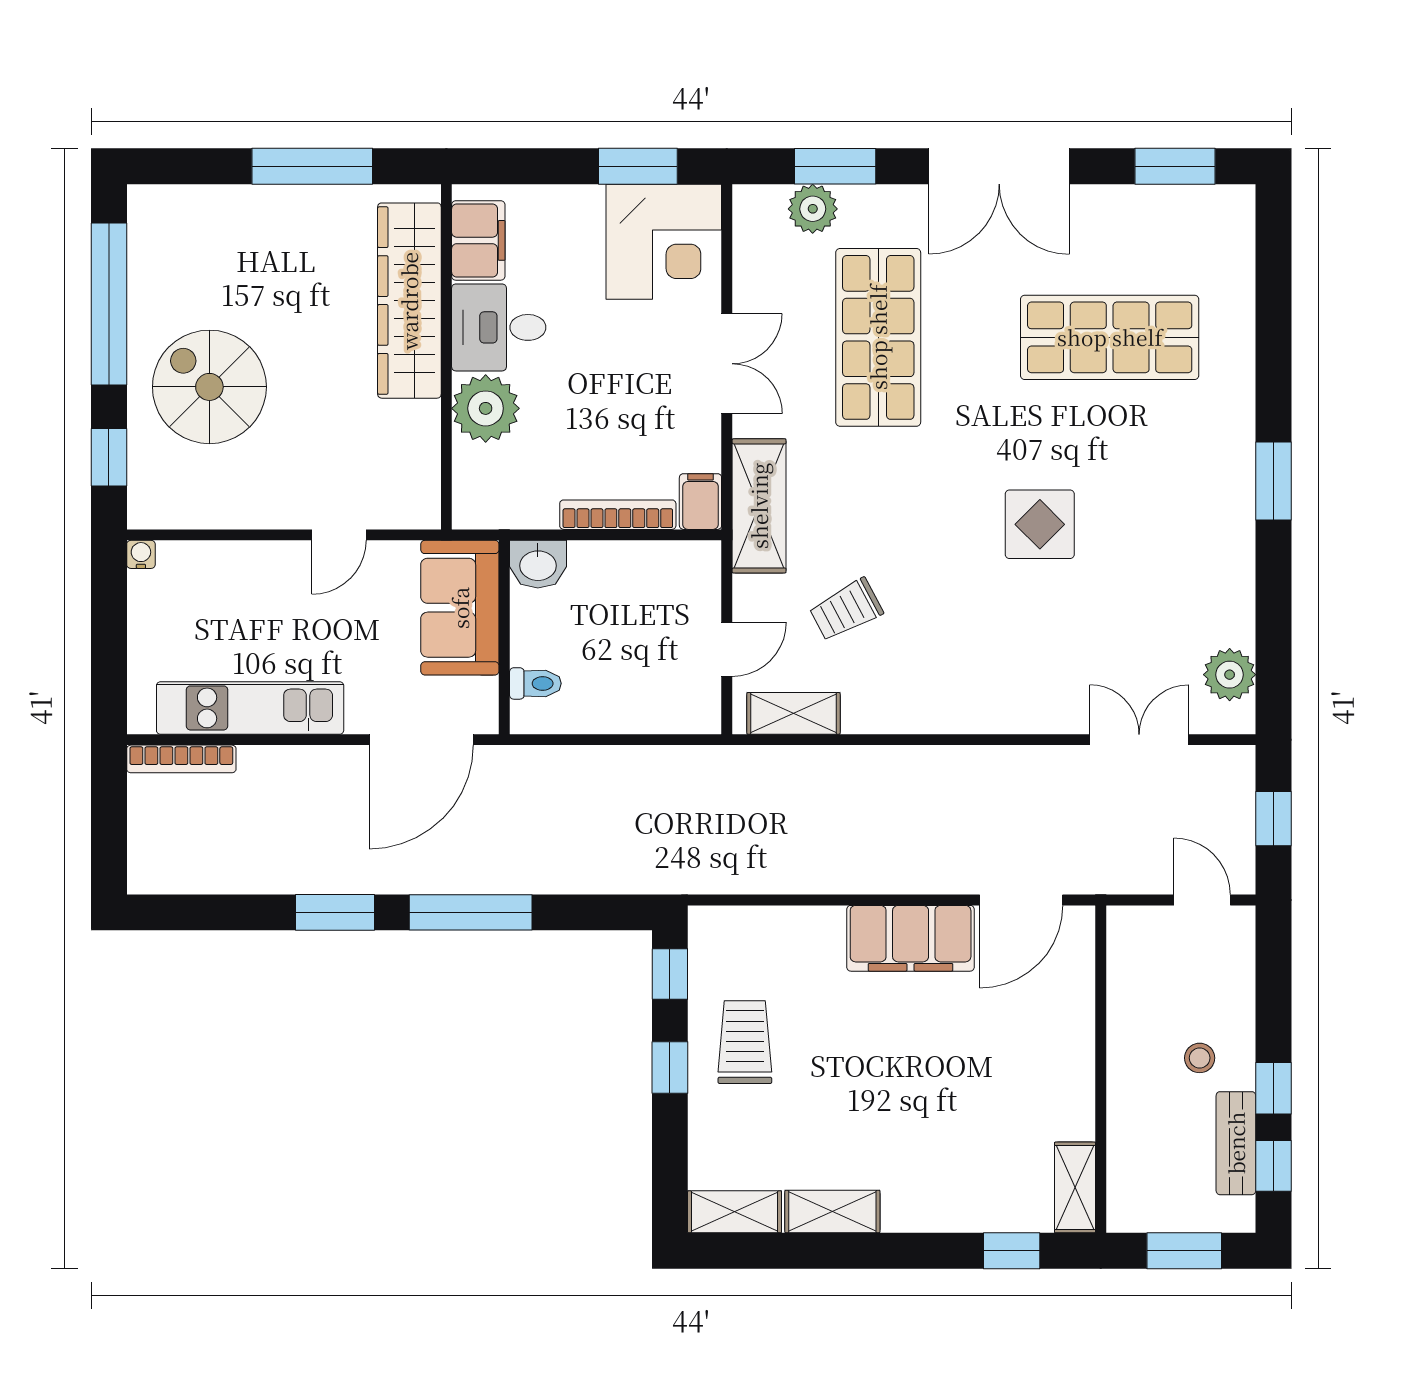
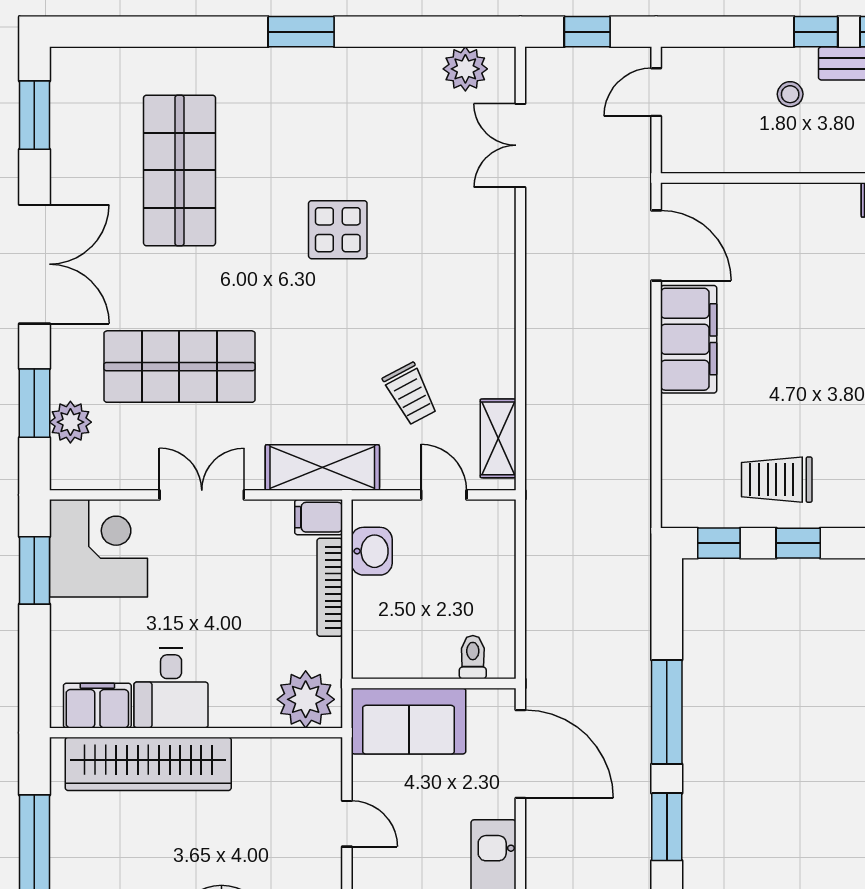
plant: (486, 408) -> (306, 699), moved
washbasin: (538, 564) -> (372, 551), moved

